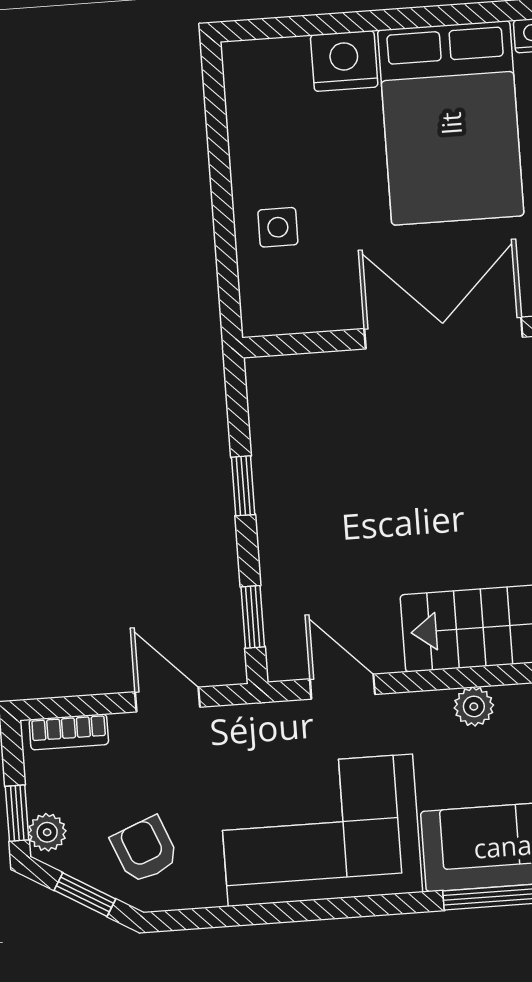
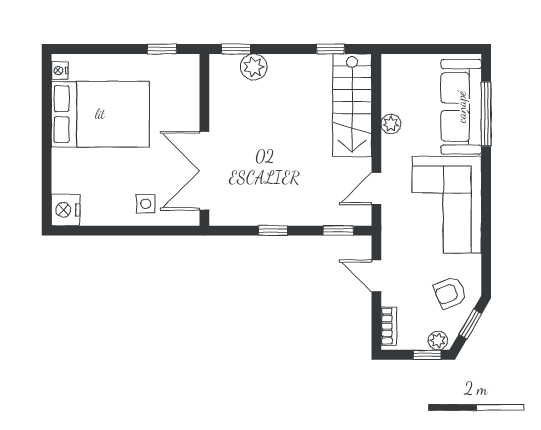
nightstand: (344, 61) -> (66, 210), moved
double door: (443, 333) -> (204, 171), moved
door: (167, 699) -> (376, 276), hinge flipped

